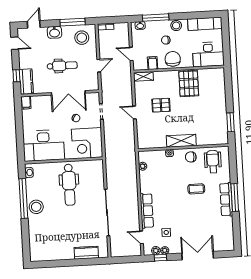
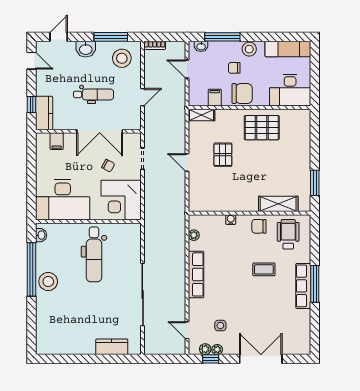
door: (131, 54) -> (187, 69), moved
chair: (173, 59) -> (242, 94), turned 90
pallet: (189, 83) -> (262, 128), turned 90
filing cabinet: (26, 103) -> (57, 141), moved
pallet: (161, 105) -> (223, 155), turned 90
shelving: (181, 141) -> (278, 204), moved
row of seats: (147, 211) -> (196, 274), moved

